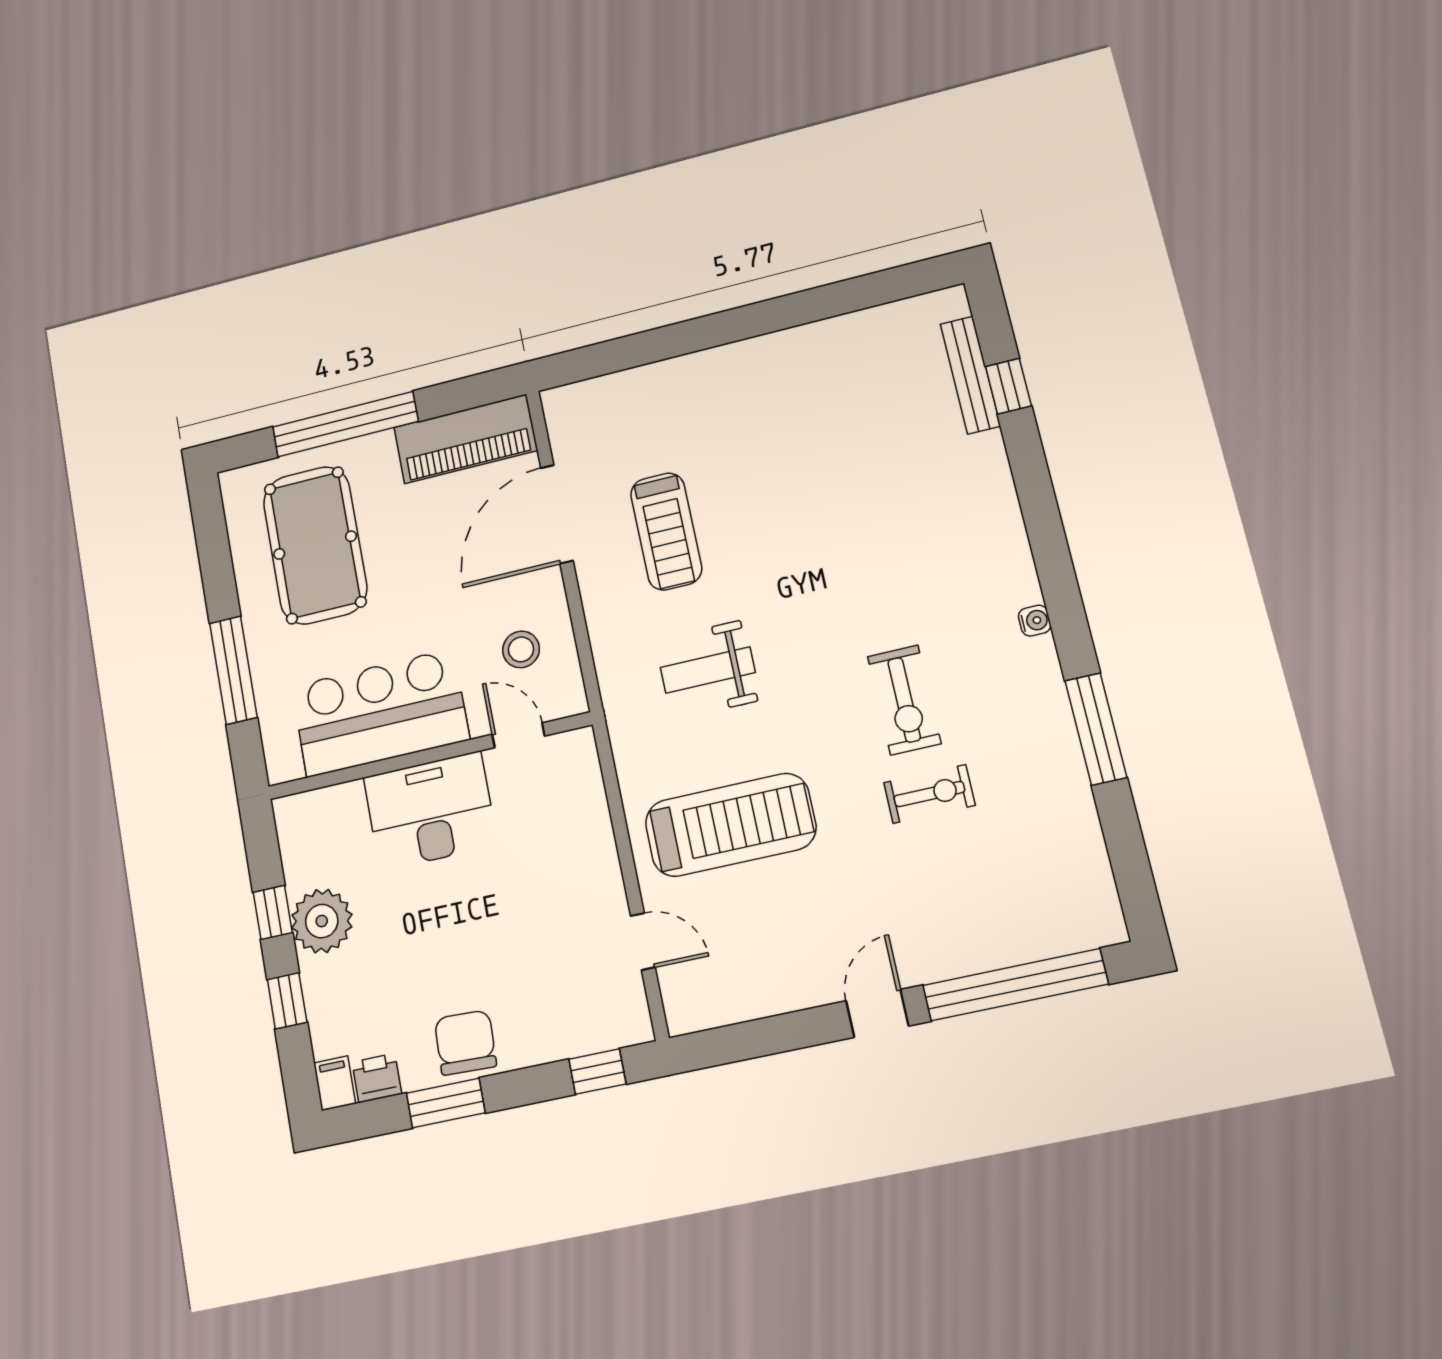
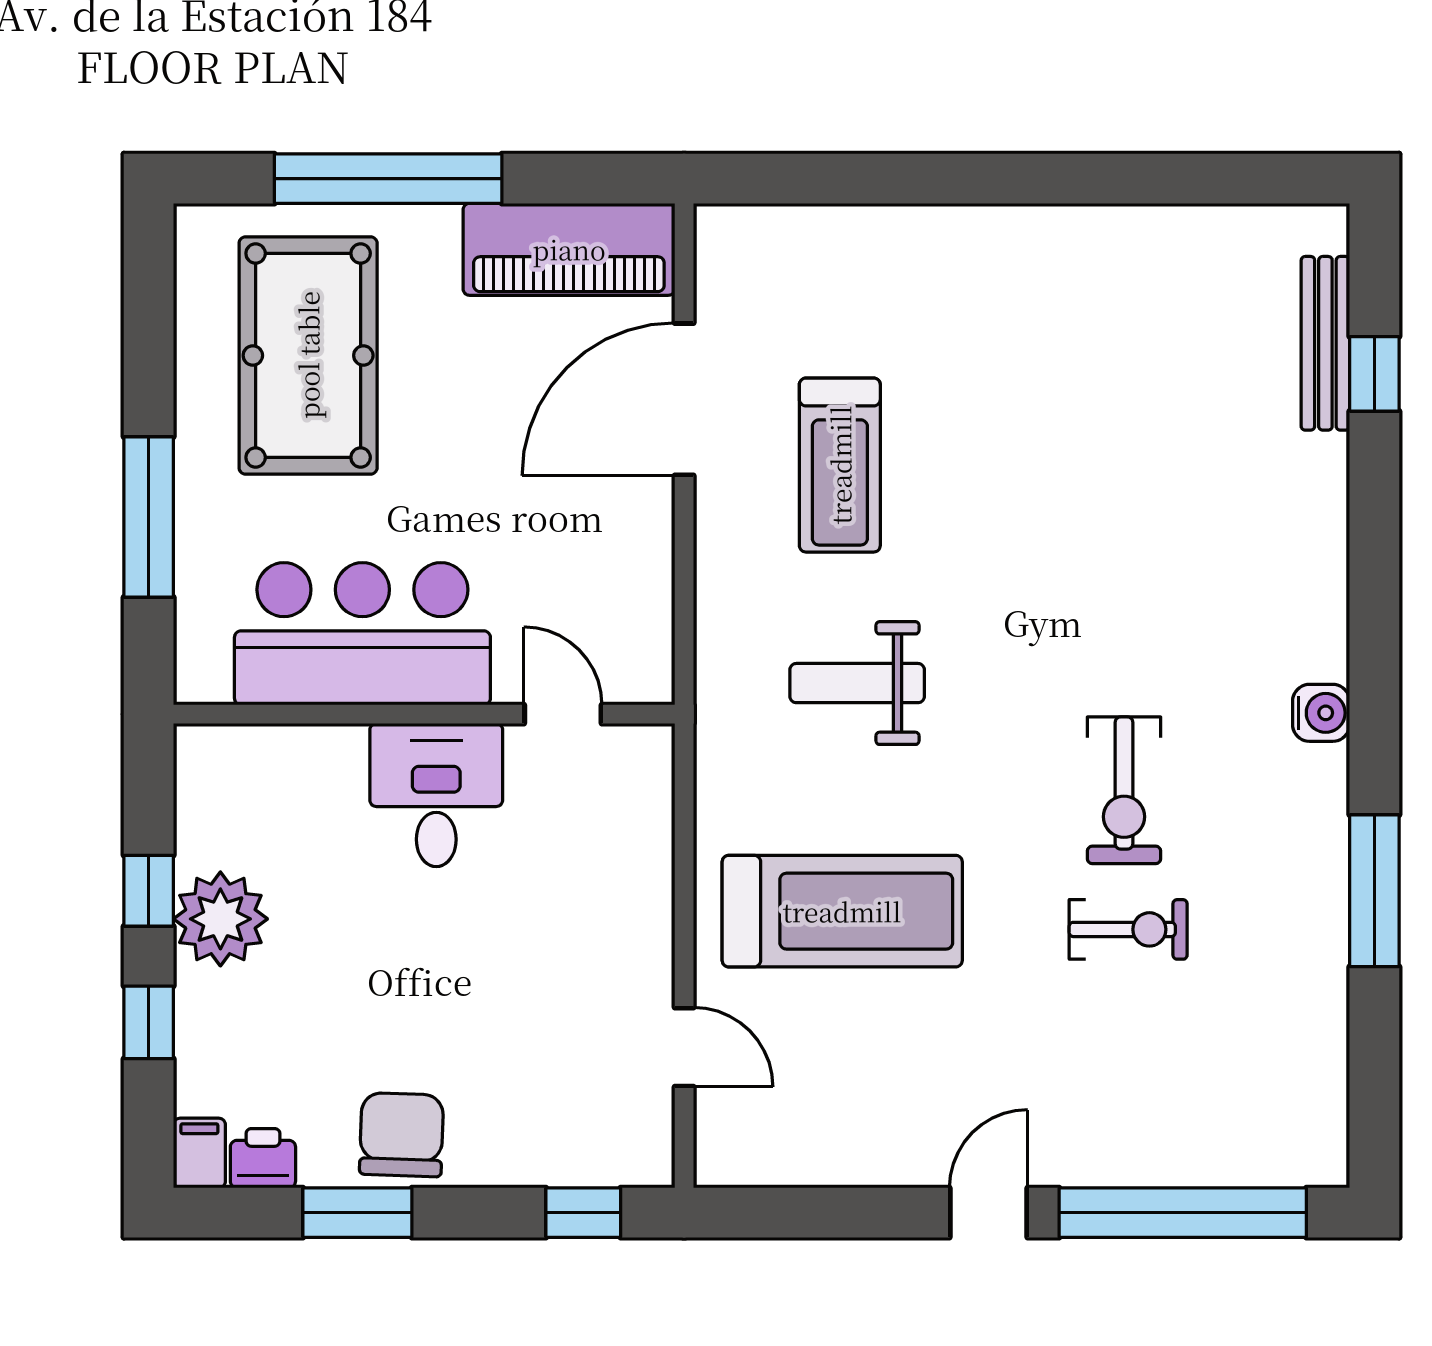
water cooler: (1035, 621) -> (1321, 713), width x1.38, depth x1.38
stool: (521, 649) -> (591, 589), removed
desk: (430, 811) -> (436, 795), width x0.73

